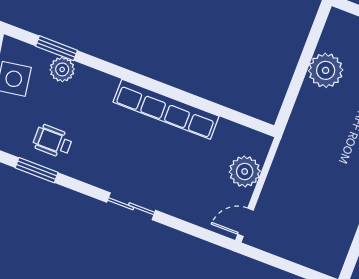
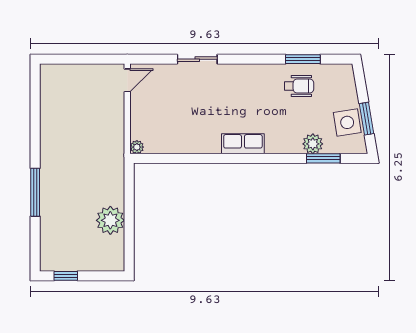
row of seats: (166, 109) -> (243, 144), width x0.50
plant: (245, 171) -> (137, 147), moved, width x0.53, depth x0.53
sliding door: (131, 206) -> (197, 59), moved

